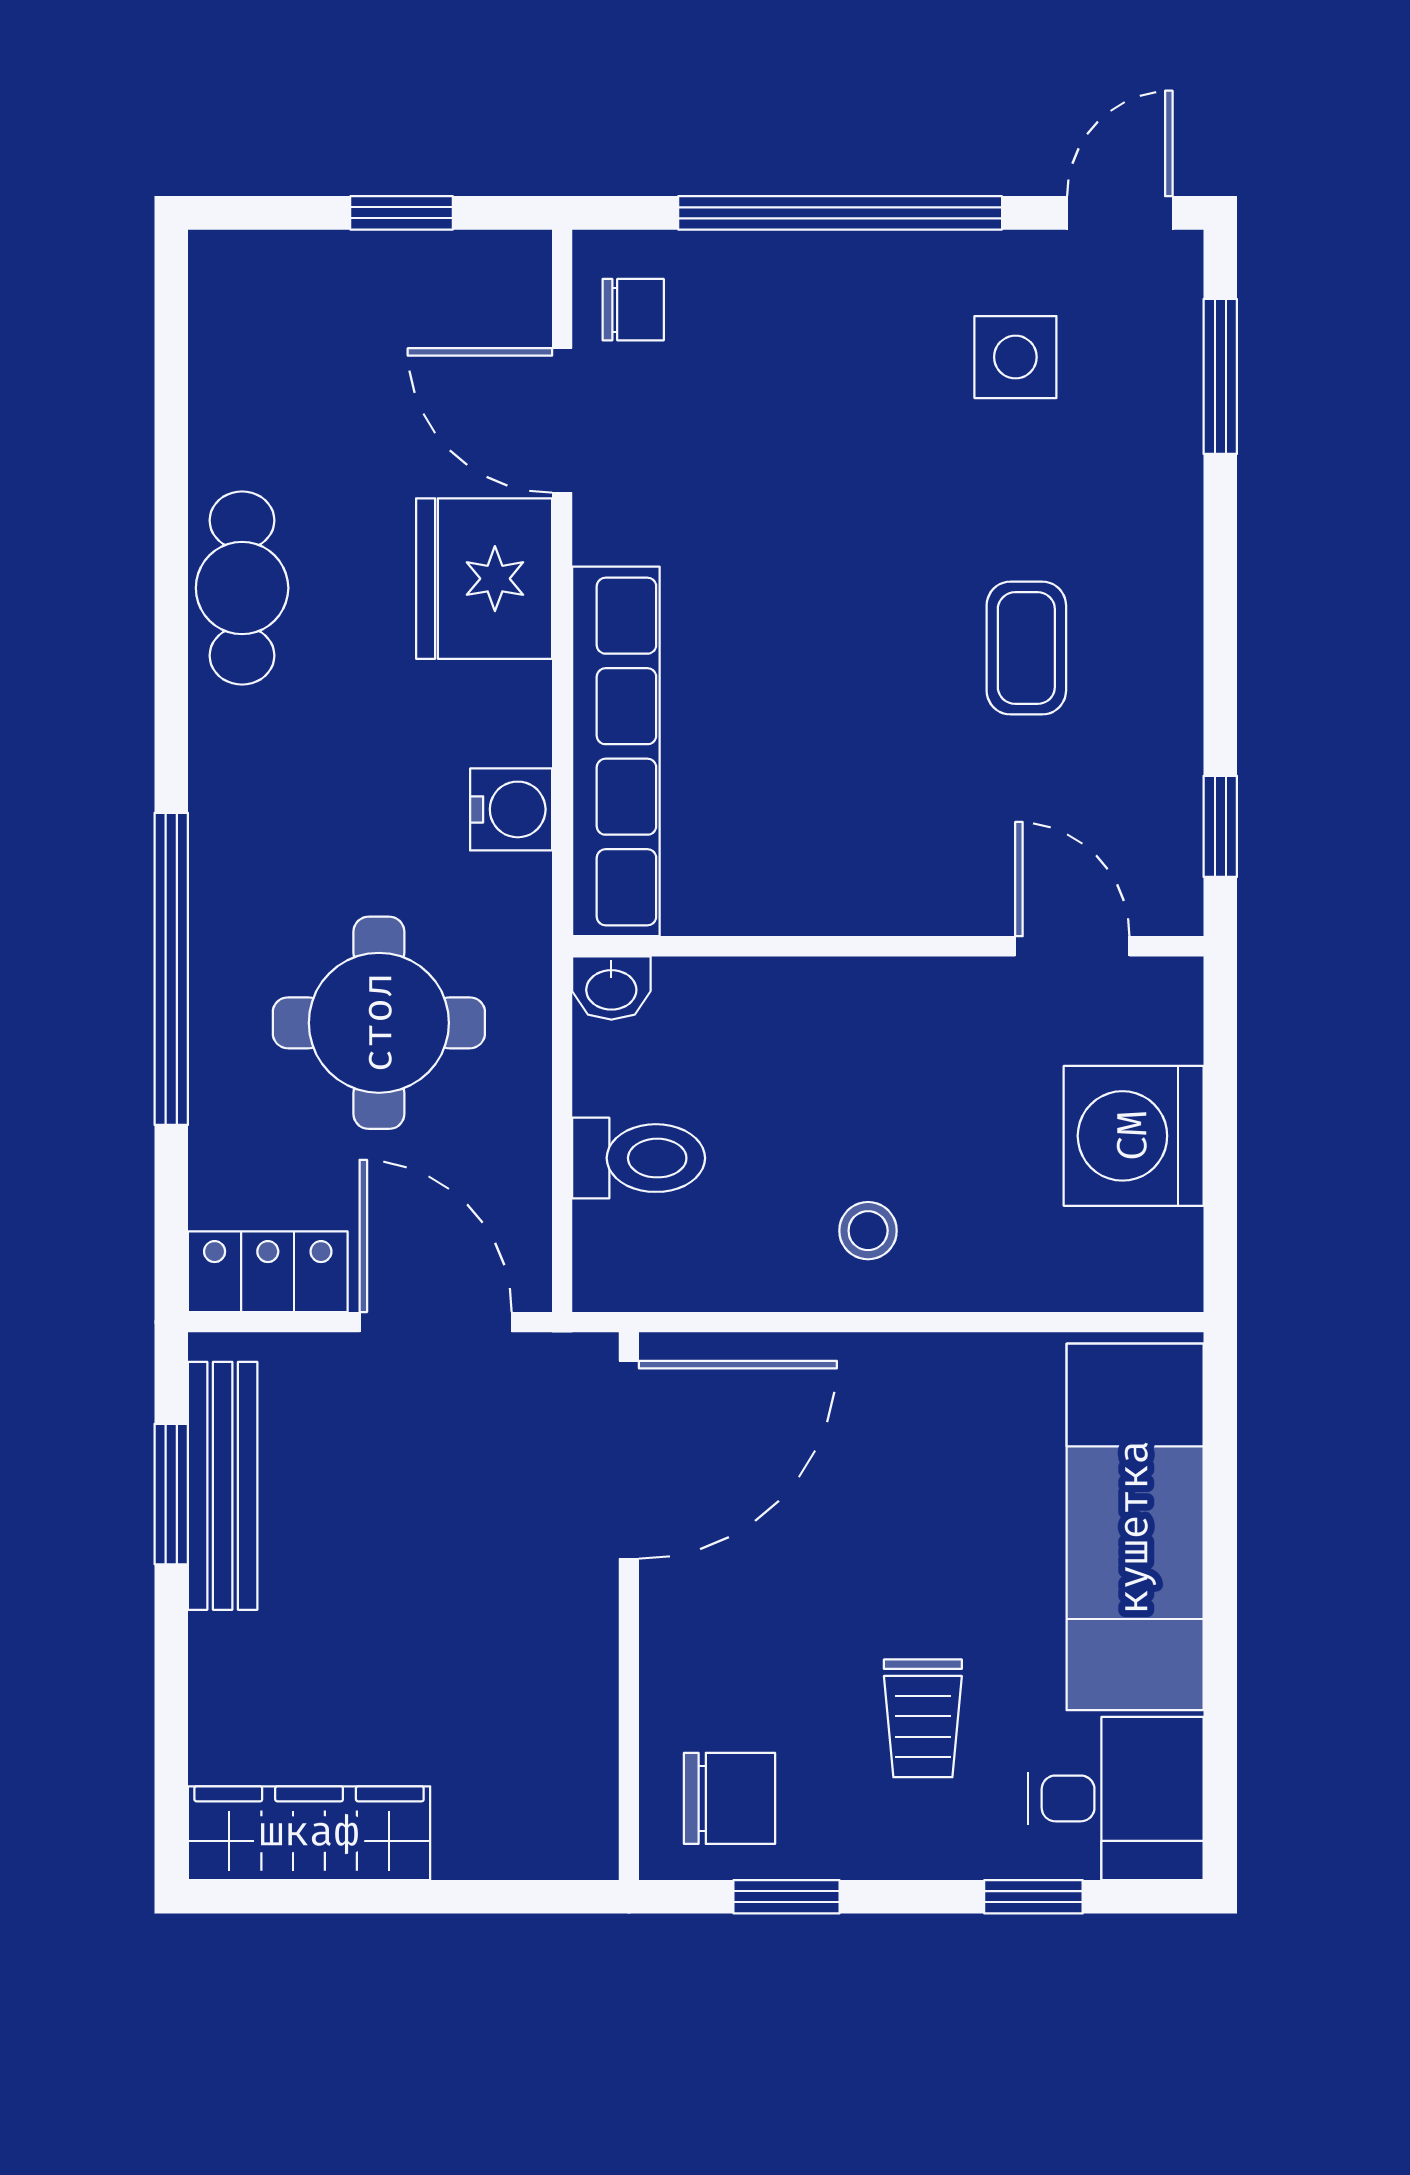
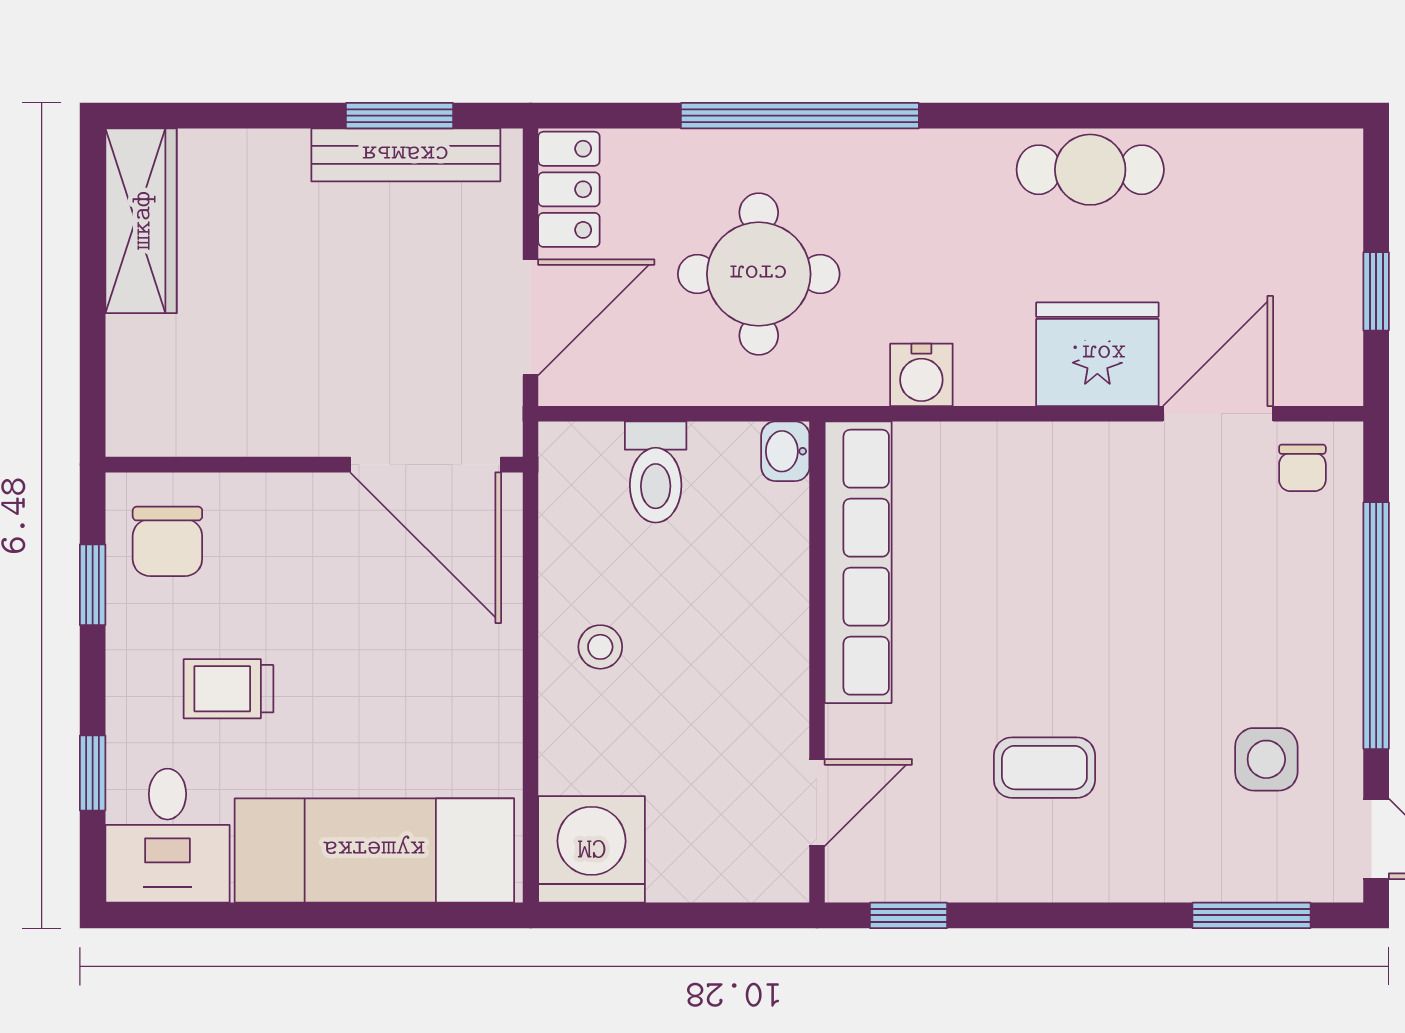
row of seats: (616, 751) -> (858, 562), moved, turned -90
washing machine: (1134, 1136) -> (592, 849), moved

